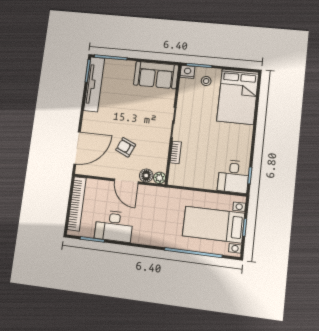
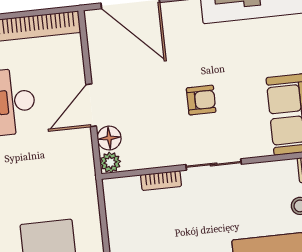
armchair: (126, 147) -> (201, 100), moved, turned 66

